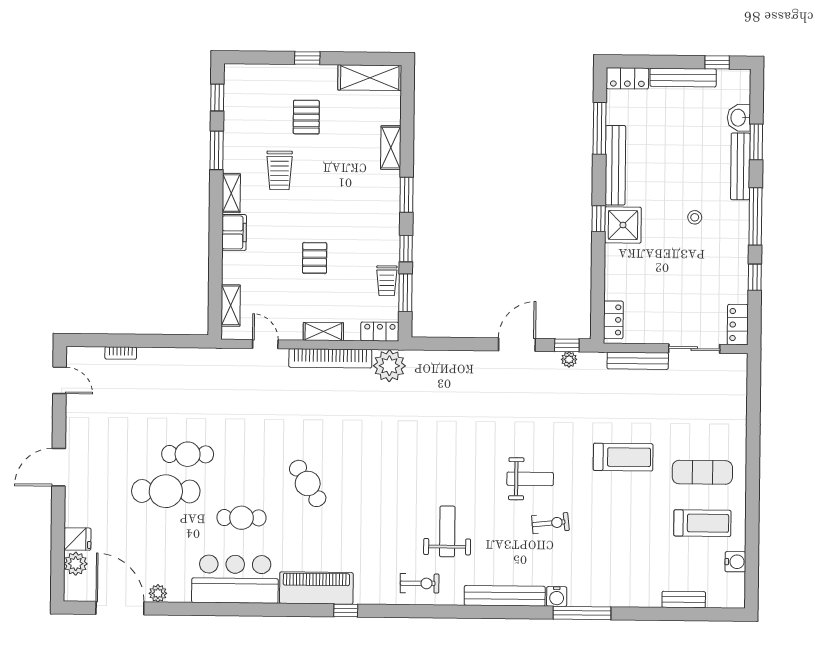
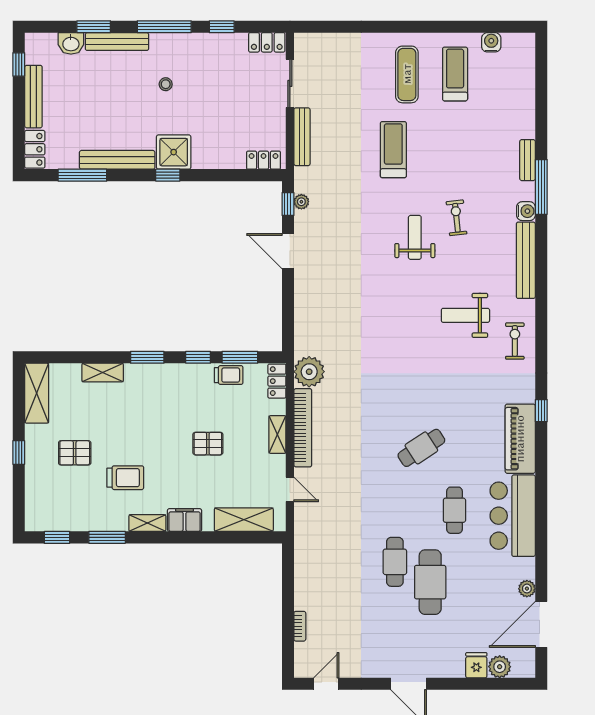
shelving: (231, 305) -> (244, 520), width x1.50, depth x1.33
door: (265, 344) -> (290, 489), swing flipped
bench: (684, 600) -> (528, 160), moved

